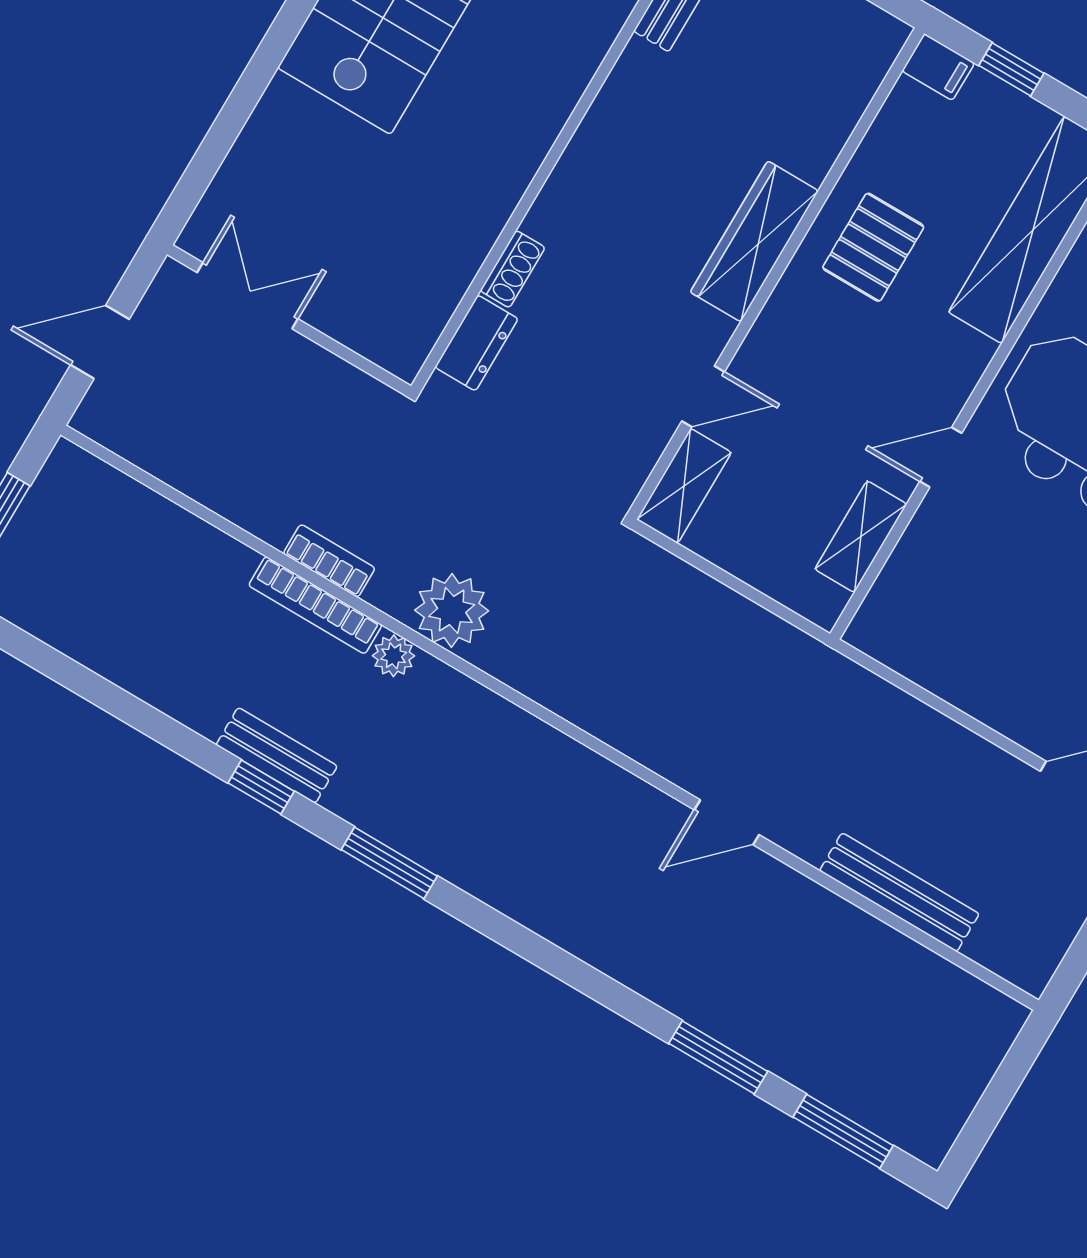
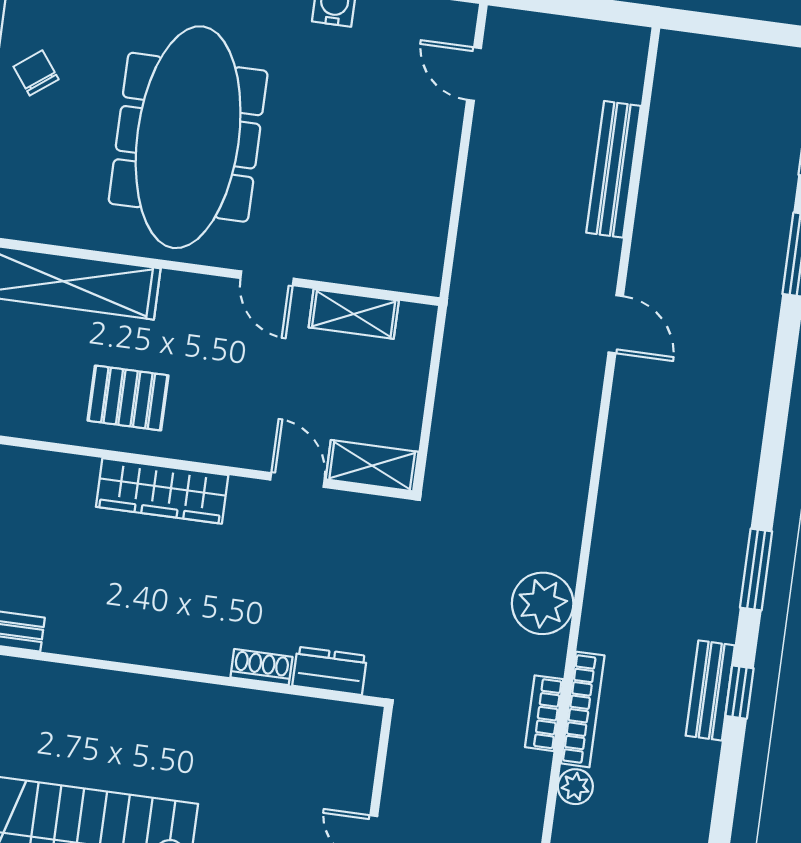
plant: (394, 656) -> (575, 787), moved

